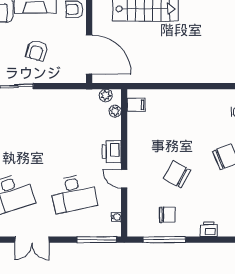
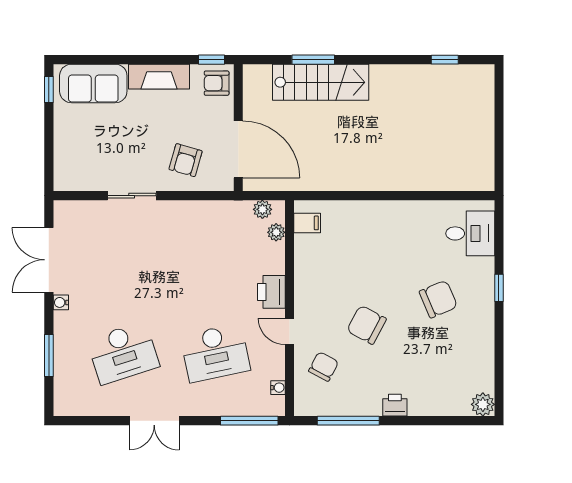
armchair: (37, 51) -> (186, 160), moved
chair: (167, 215) -> (324, 367), moved, turned -62
printer: (209, 229) -> (395, 405), moved

